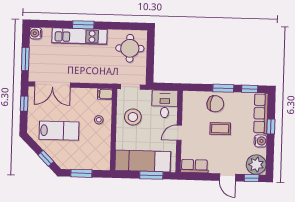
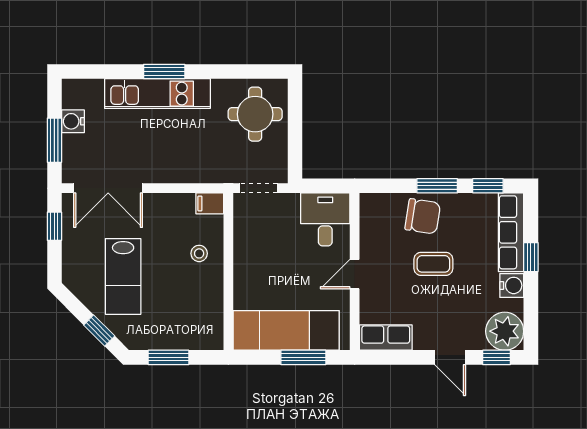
water cooler: (36, 33) -> (73, 121), moved
stool: (133, 117) -> (265, 246), removed
lab bench: (59, 131) -> (123, 276), turned 90

